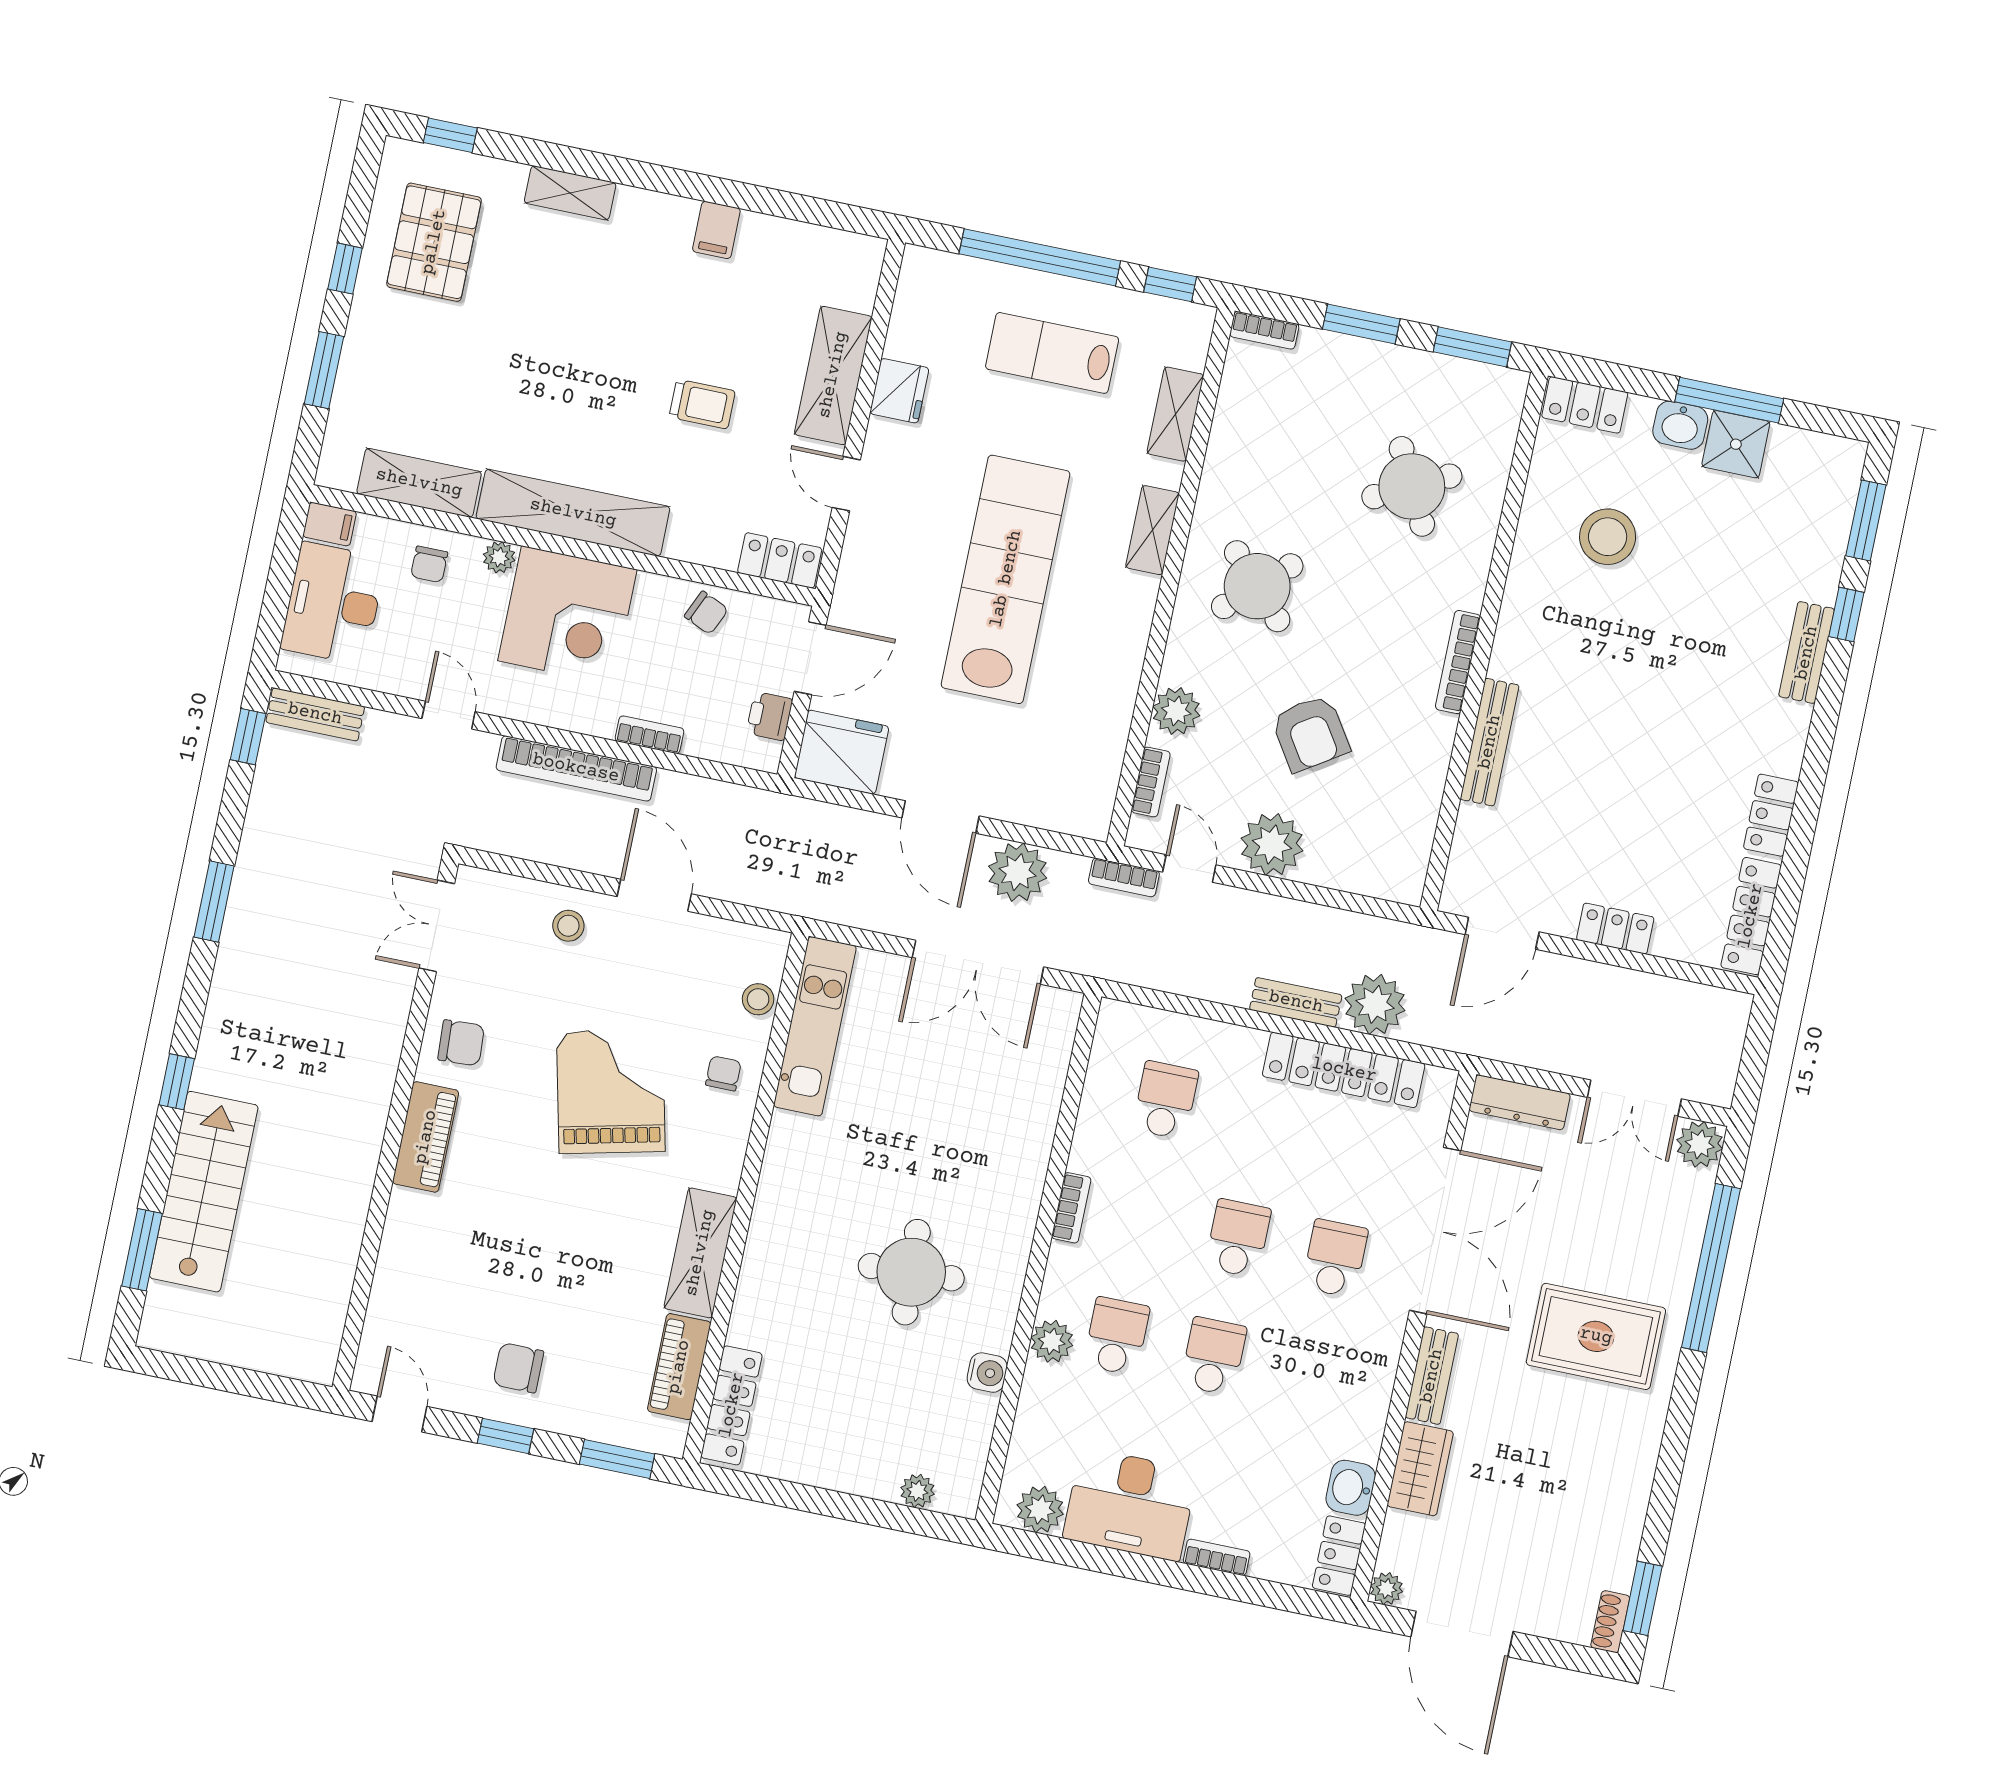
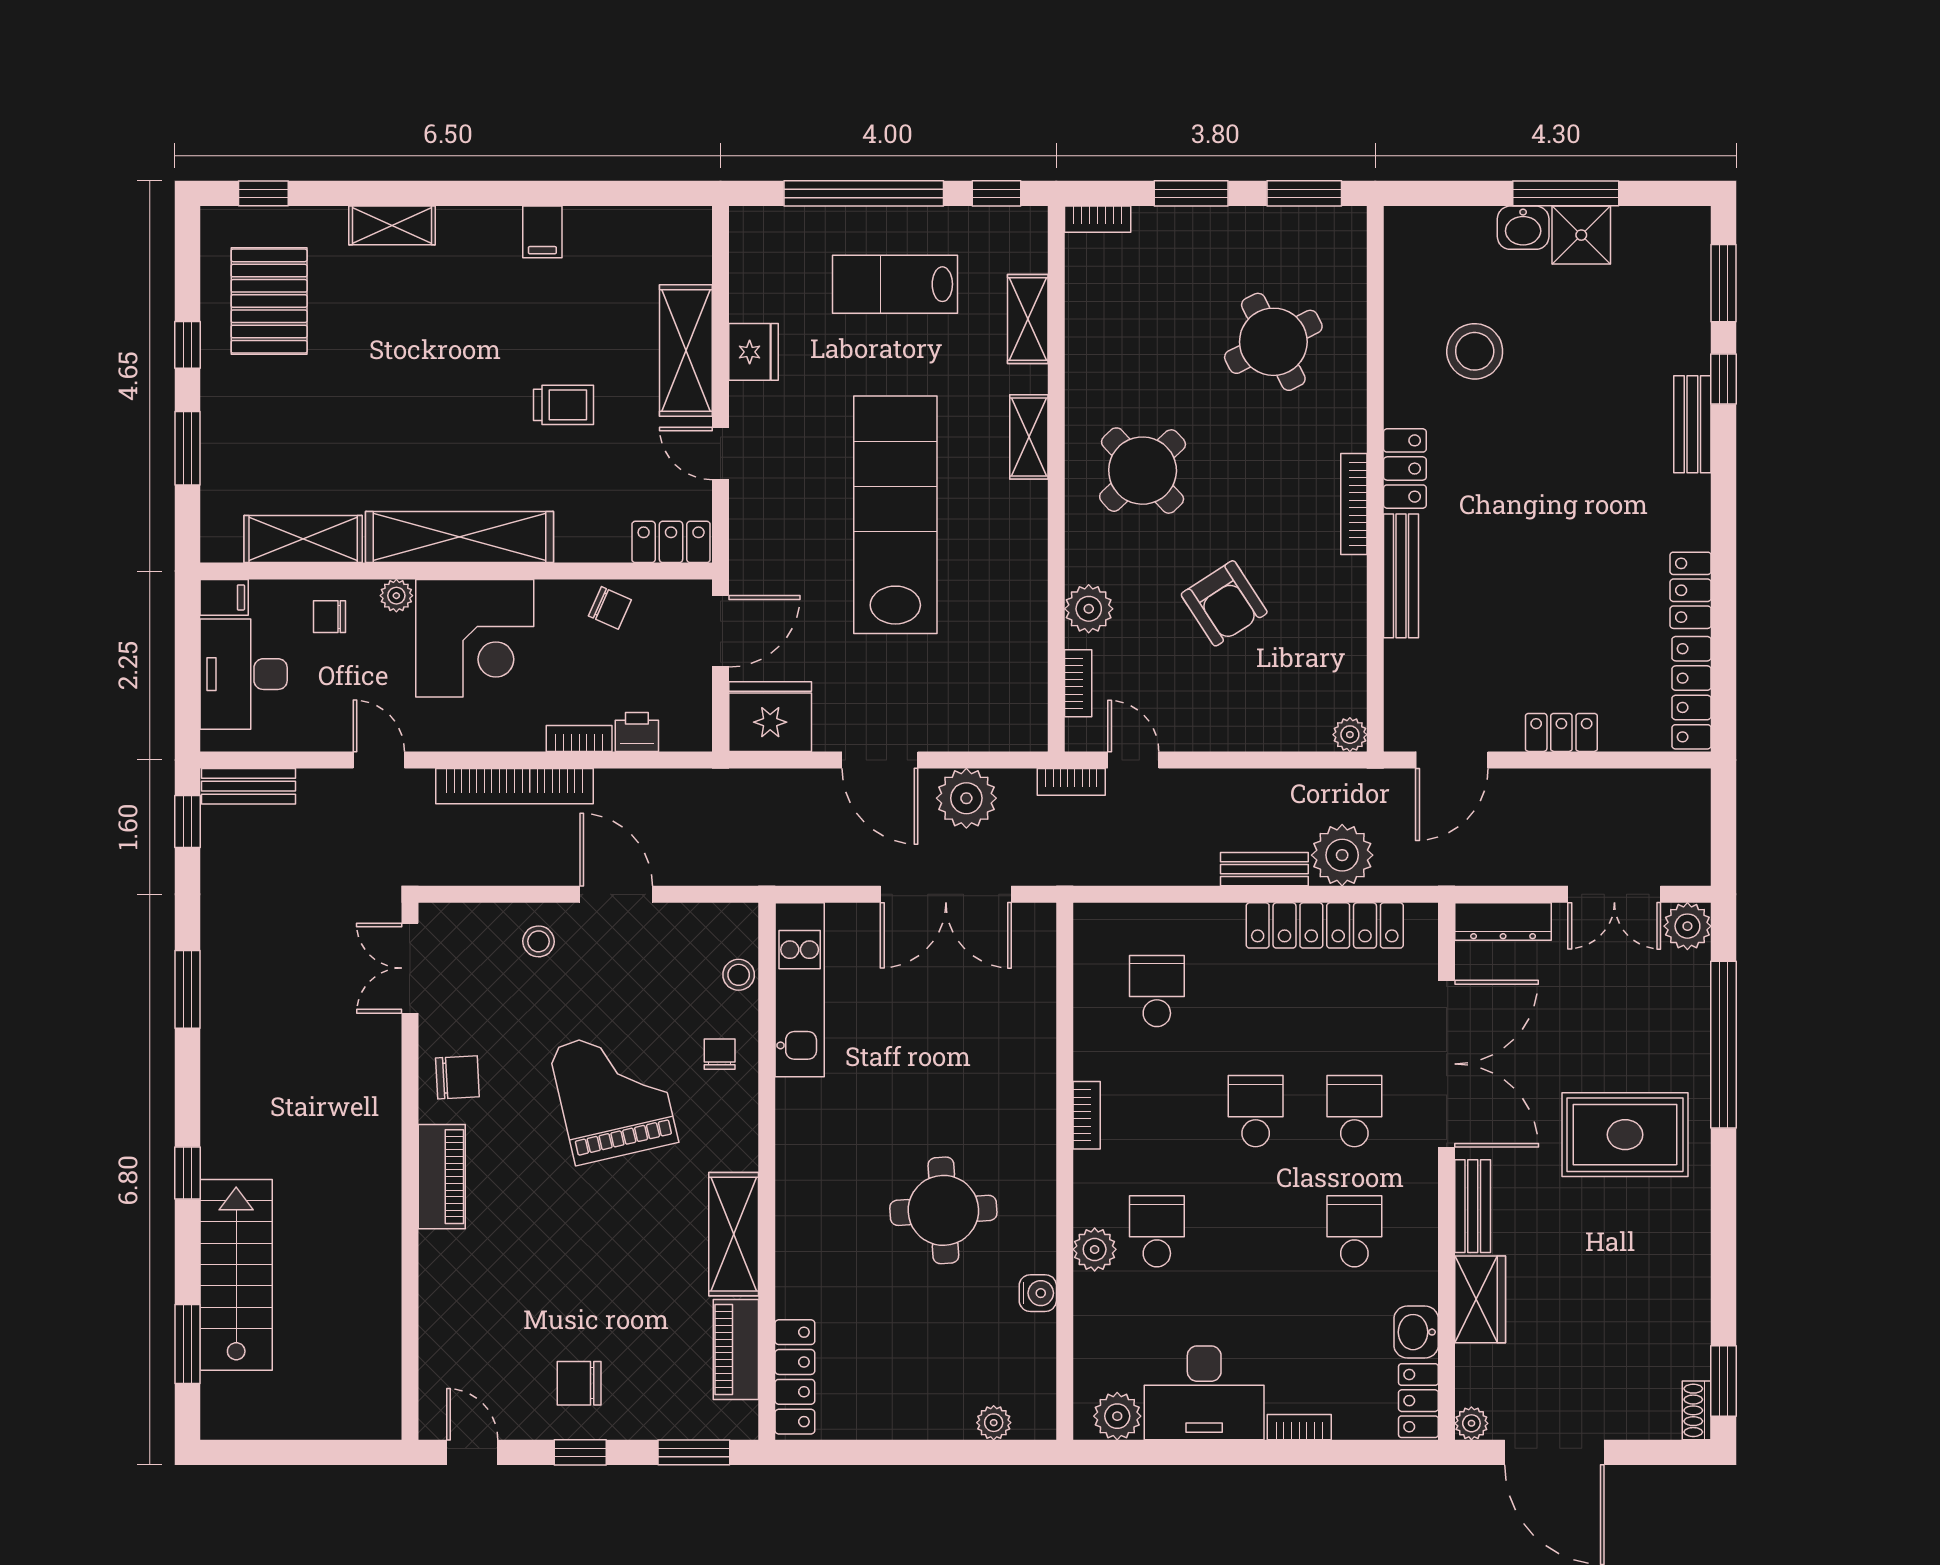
locker: (1585, 405) -> (1405, 469), moved, turned -90
chair: (429, 564) -> (330, 617), turned 90
printer: (769, 716) -> (637, 732), moved, turned 90
plant: (1272, 845) -> (1350, 735), moved, width x0.53, depth x0.53
school desk: (1214, 1356) -> (1354, 1231), moved

